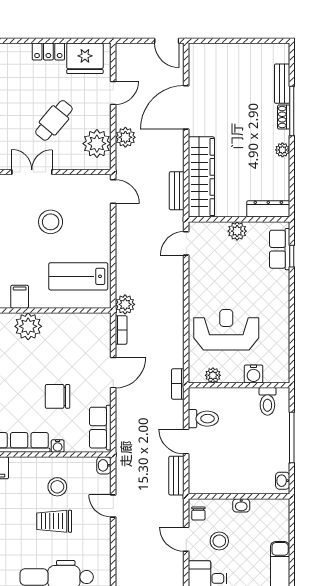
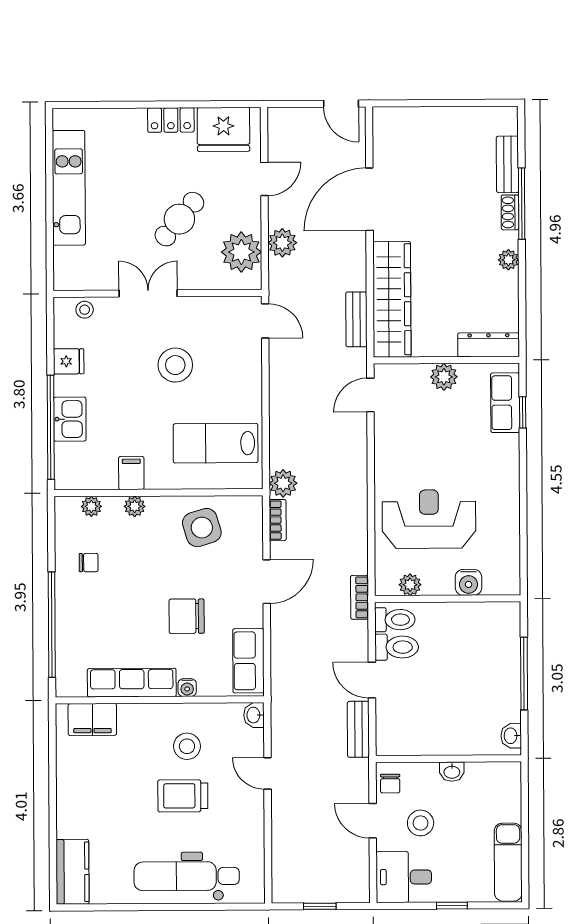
plant: (28, 326) -> (135, 506), width x0.53, depth x0.53
side table: (68, 335) -> (202, 528), added
toilet: (267, 401) -> (395, 620), moved, turned -90

